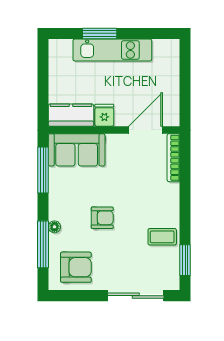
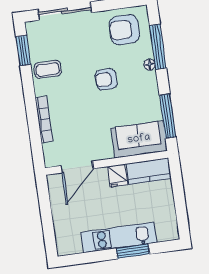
bookcase: (173, 158) -> (44, 119), moved

